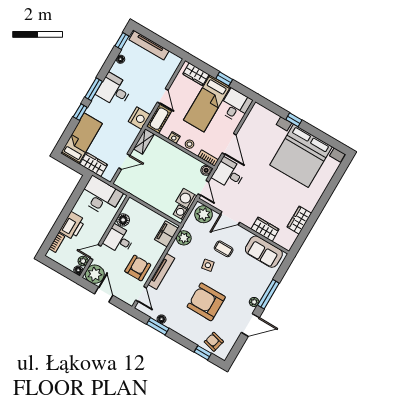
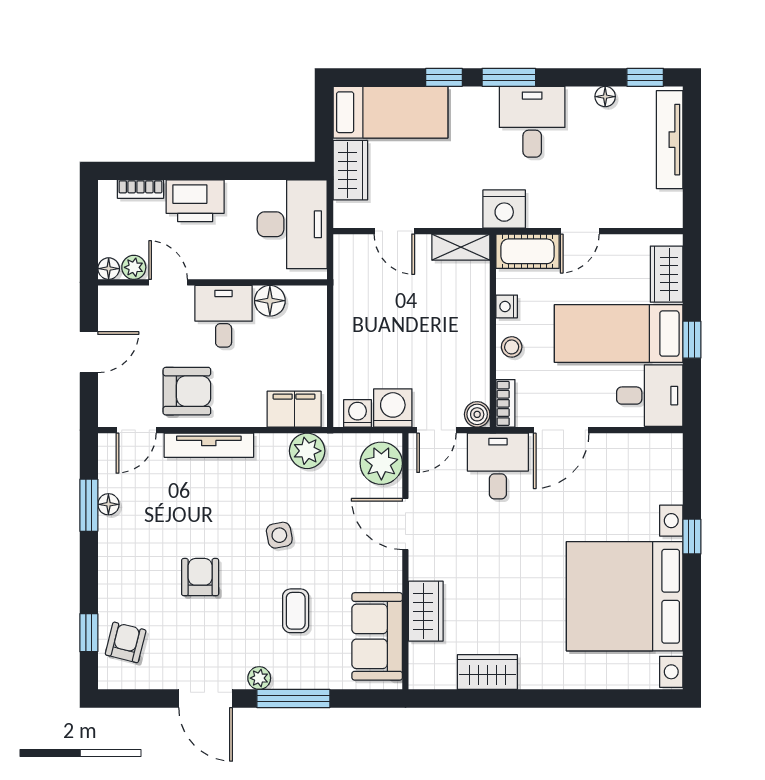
coffee table: (224, 249) -> (296, 611), moved
plant: (95, 274) -> (121, 308), removed
armchair: (206, 302) -> (200, 577), width x0.53, depth x0.53

